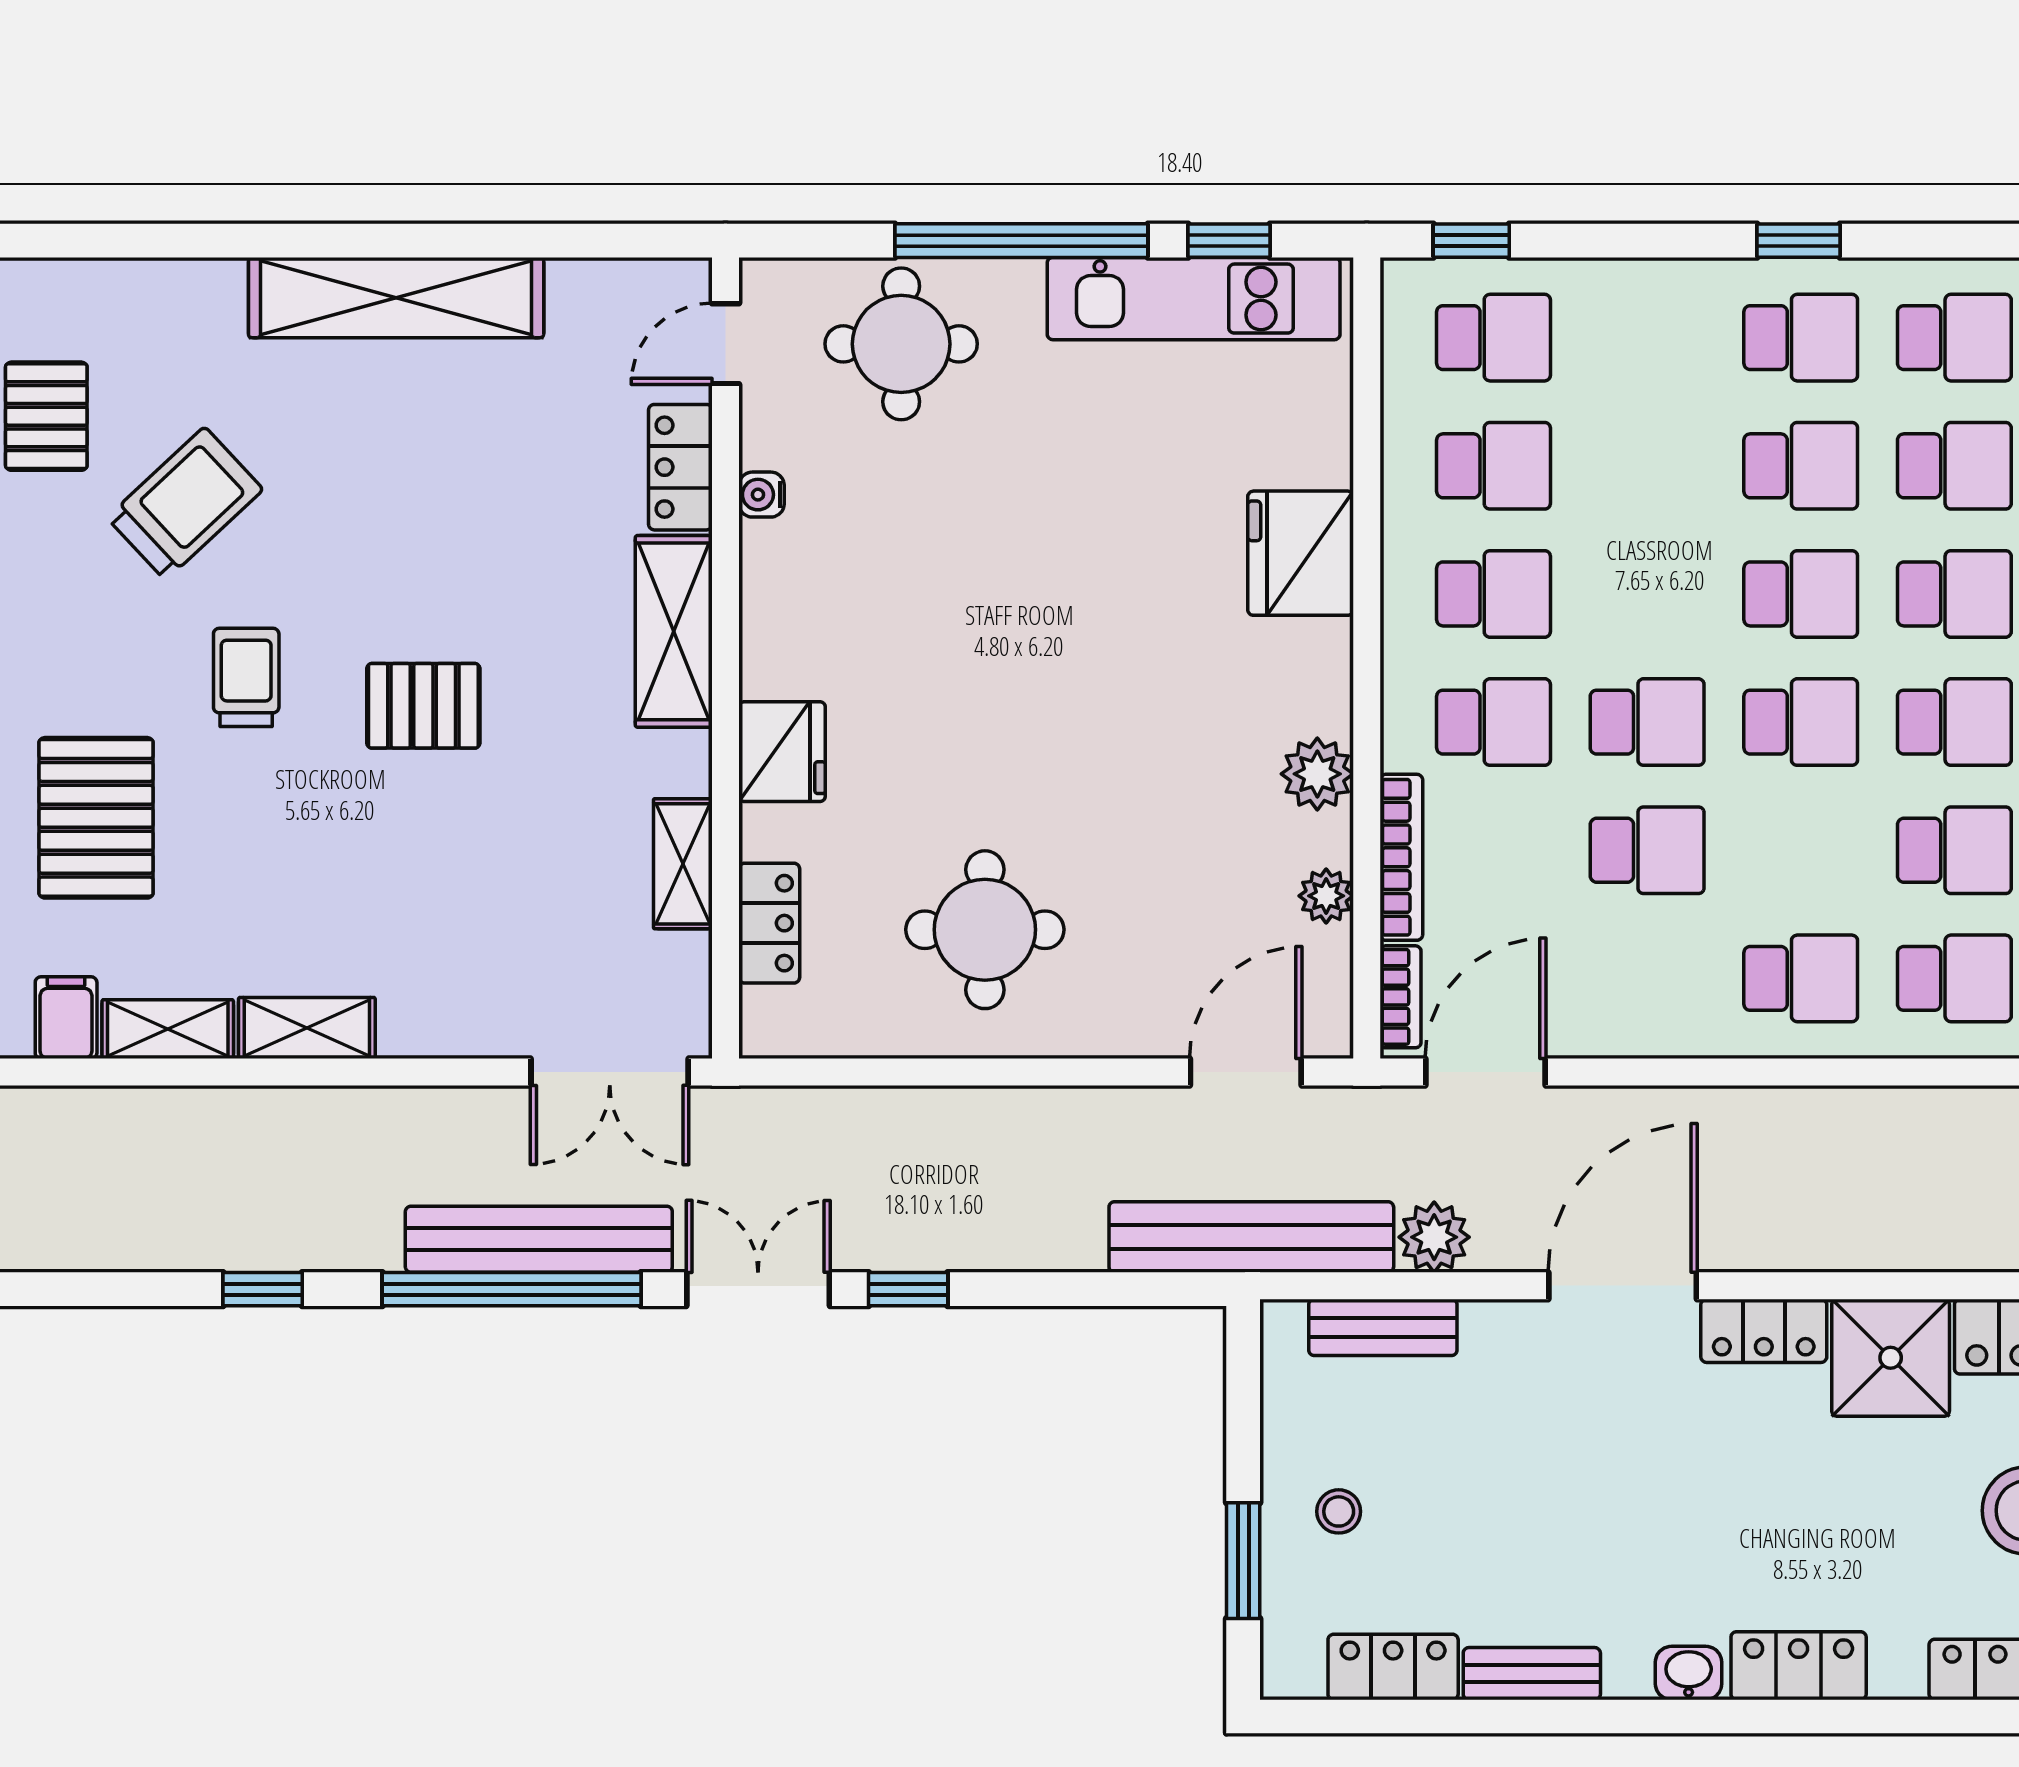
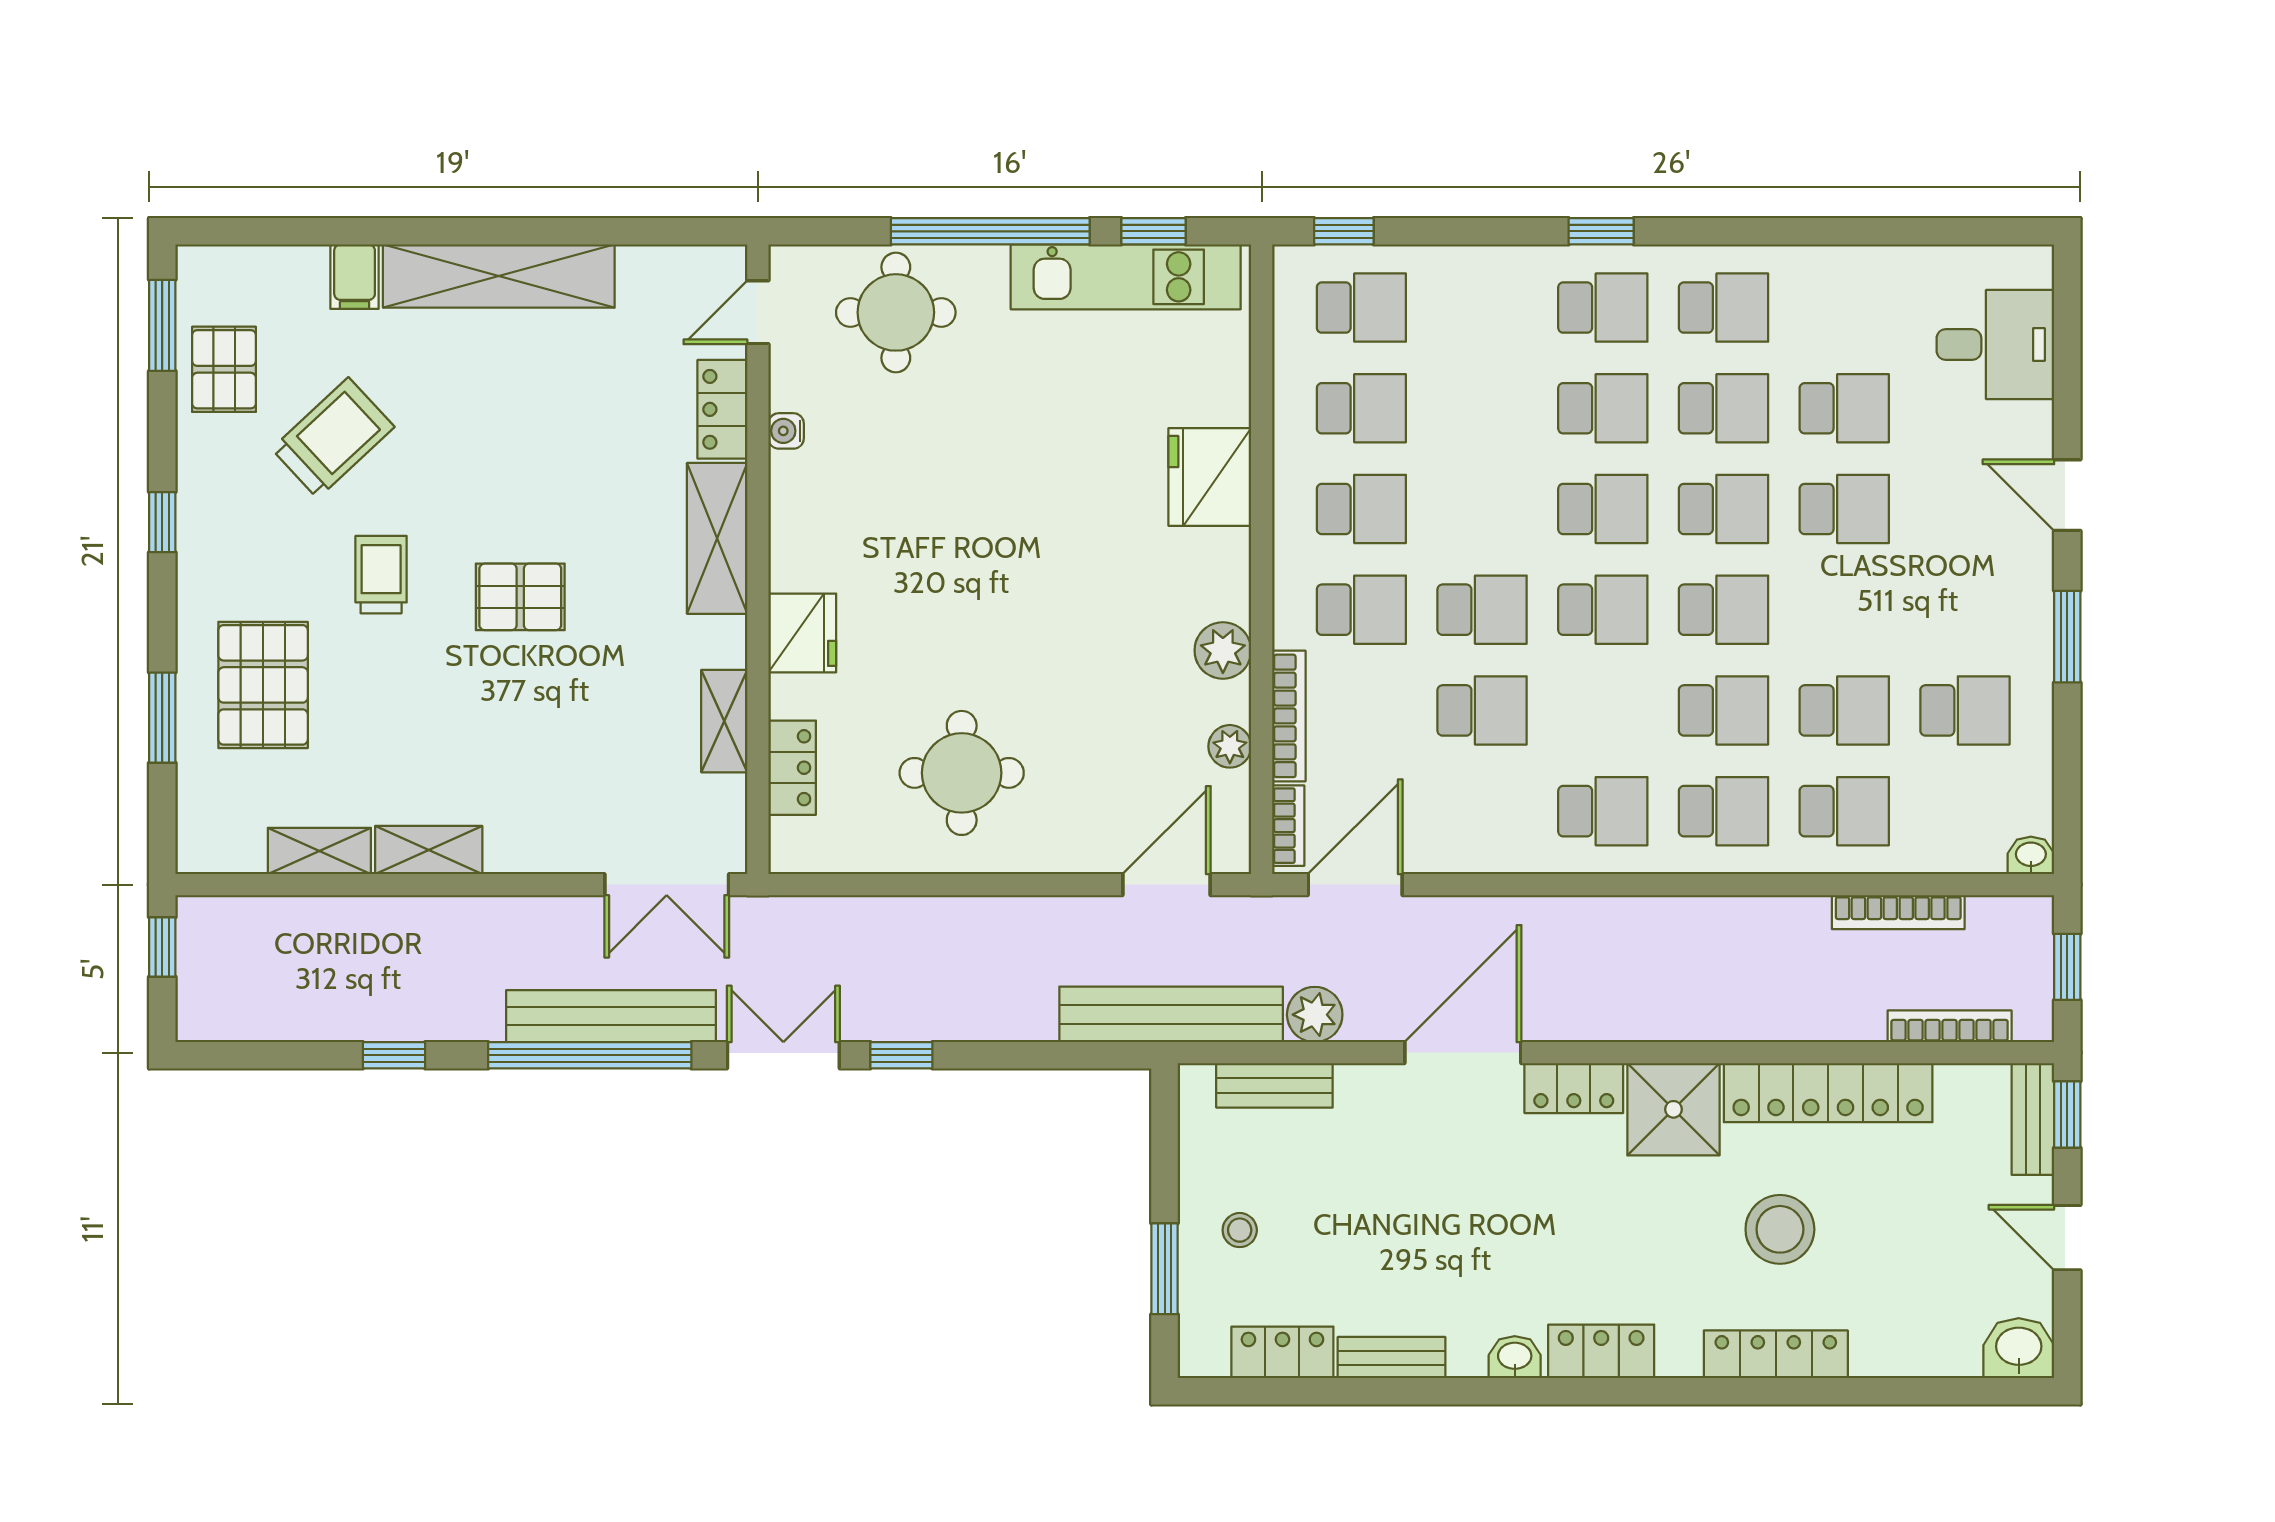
filing cabinet: (66, 1018) -> (355, 277), moved, turned 180

